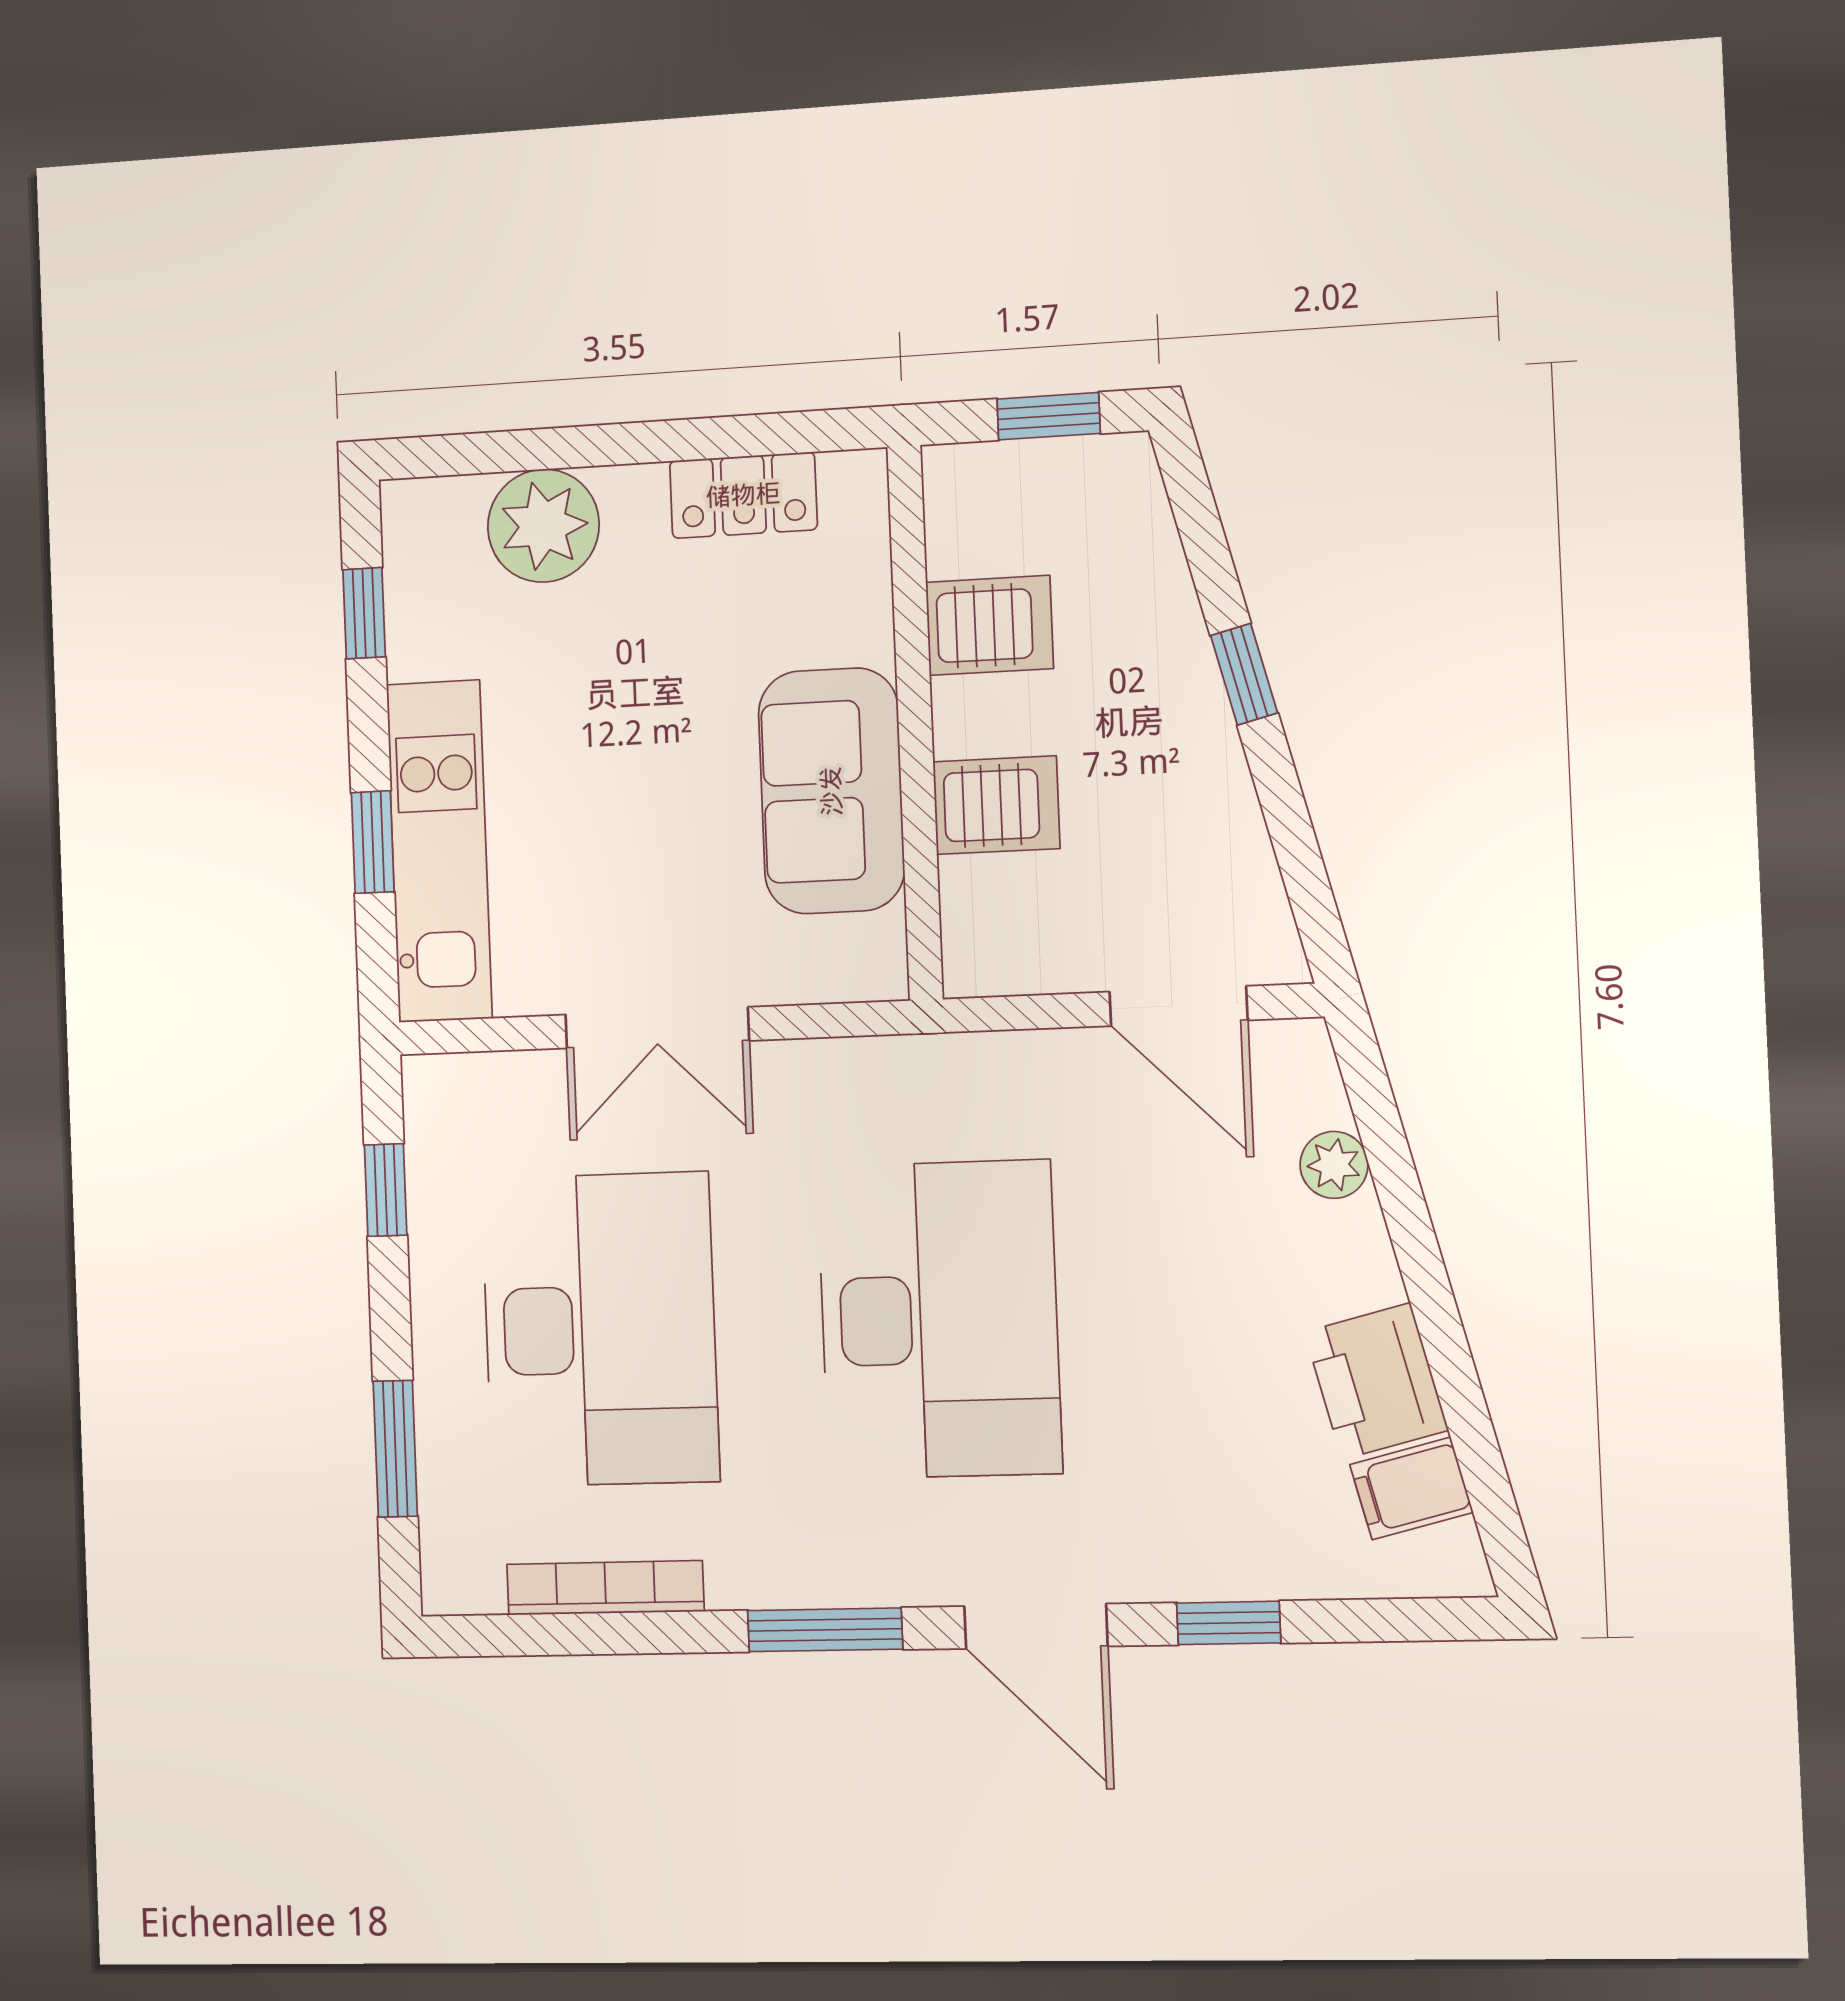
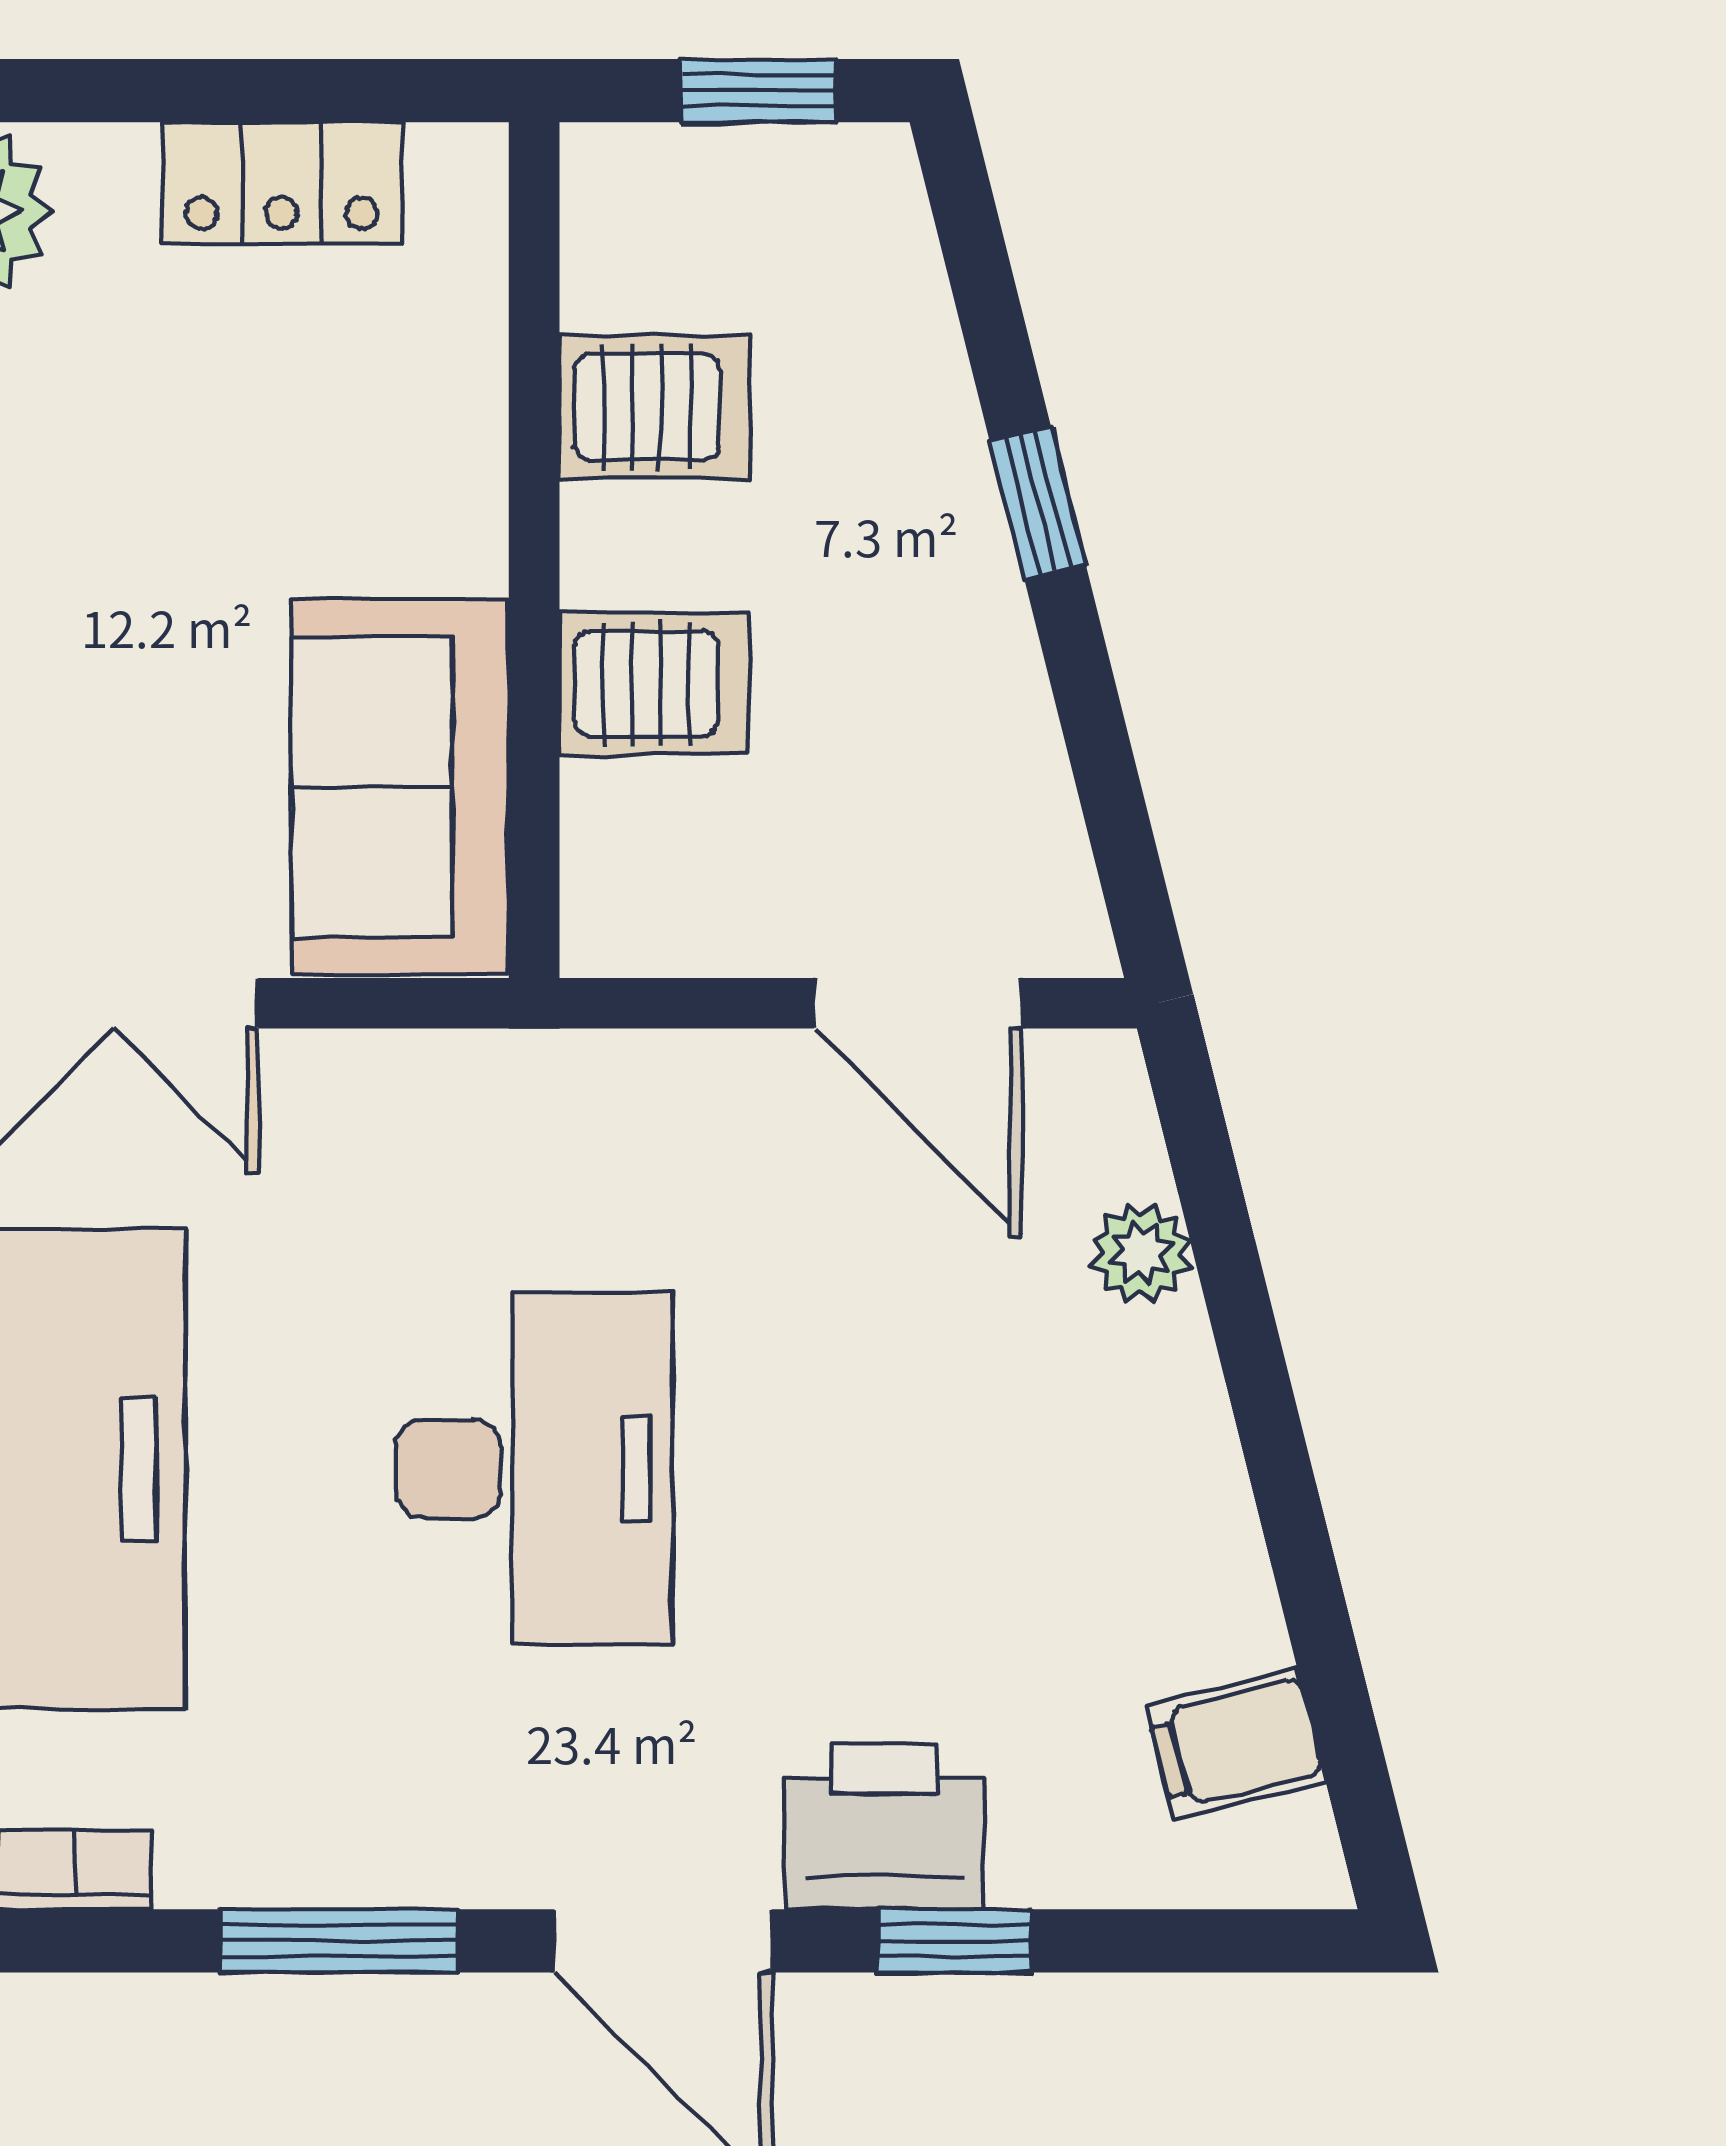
sofa: (831, 791) -> (400, 787), moved
desk: (939, 1320) -> (534, 1469), width x0.73, depth x0.77
printer: (1376, 1381) -> (884, 1827), moved, turned 104

